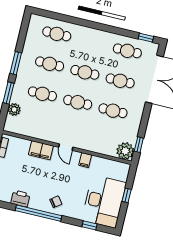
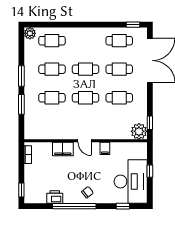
plant: (14, 109) -> (30, 33), moved

